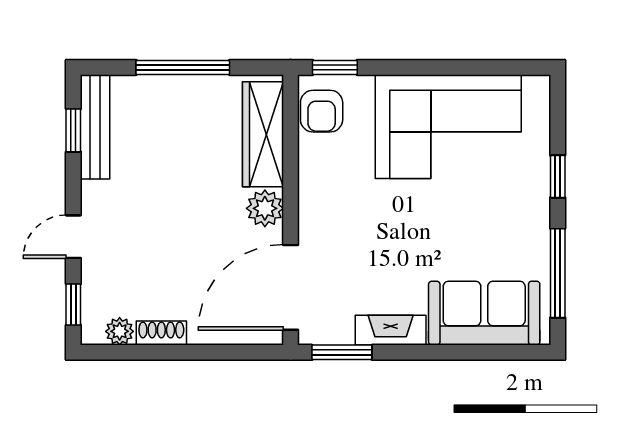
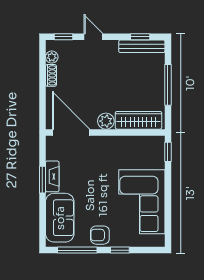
armchair: (322, 111) -> (100, 235), moved
window: (342, 352) -> (42, 180), moved

